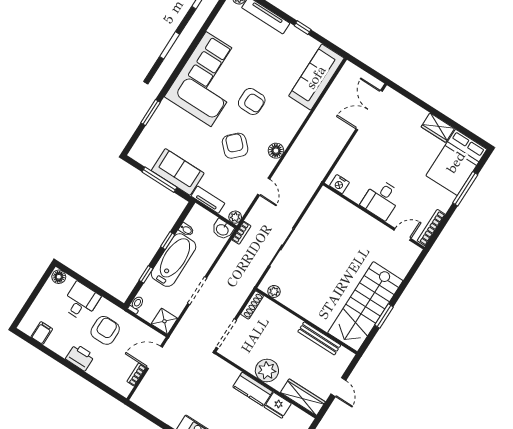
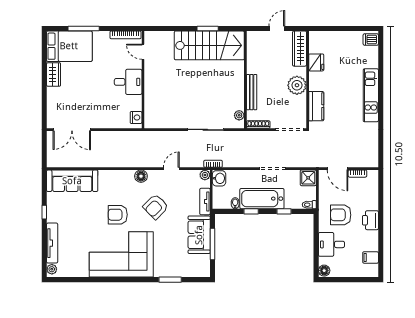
armchair: (252, 101) -> (118, 215), turned -90
bench: (319, 338) -> (252, 92), moved
kitchen counter: (253, 389) -> (316, 106), moved

